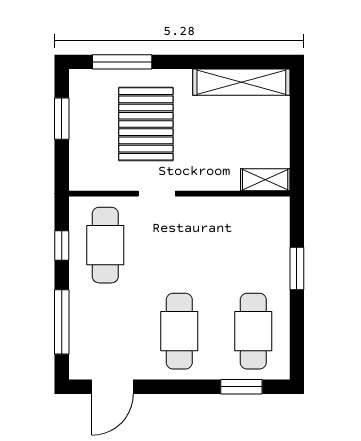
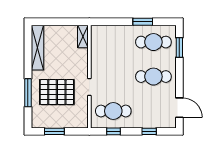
window: (122, 62) -> (28, 93), moved
window: (297, 268) -> (143, 22), moved
window: (62, 322) -> (149, 131), width x0.46

